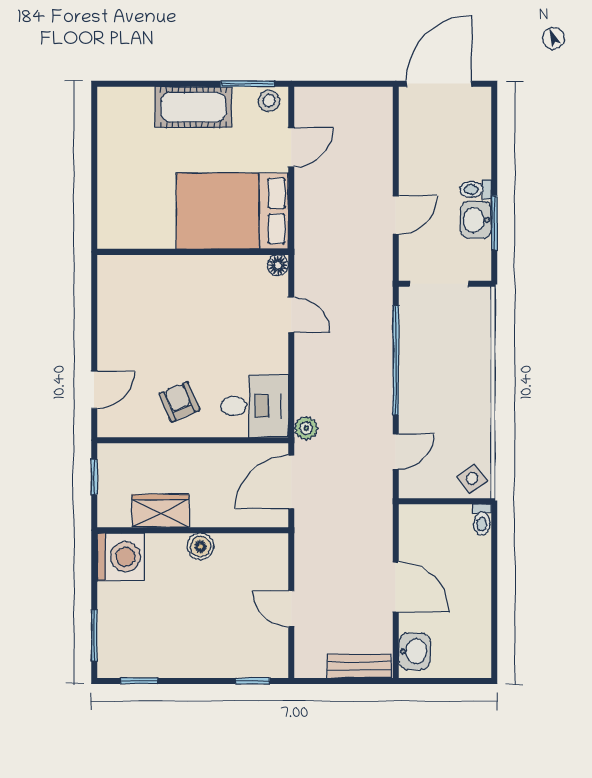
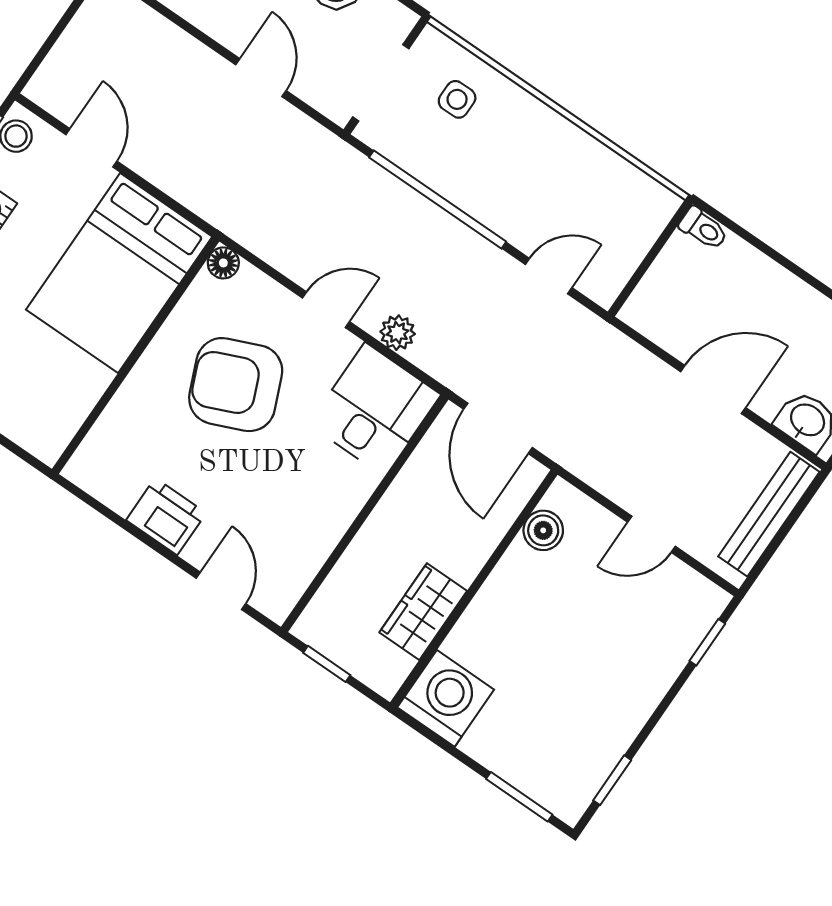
door: (291, 315) -> (326, 310), moved
printer: (115, 331) -> (166, 517), added
armchair: (179, 402) -> (236, 385), moved, width x1.88, depth x1.88
plant: (306, 428) -> (398, 333), moved
door: (396, 452) -> (549, 276), hinge flipped
side table: (472, 479) -> (457, 99), moved, turned 36
boiler: (200, 546) -> (543, 530), moved
bench: (359, 666) -> (769, 514), width x1.36

